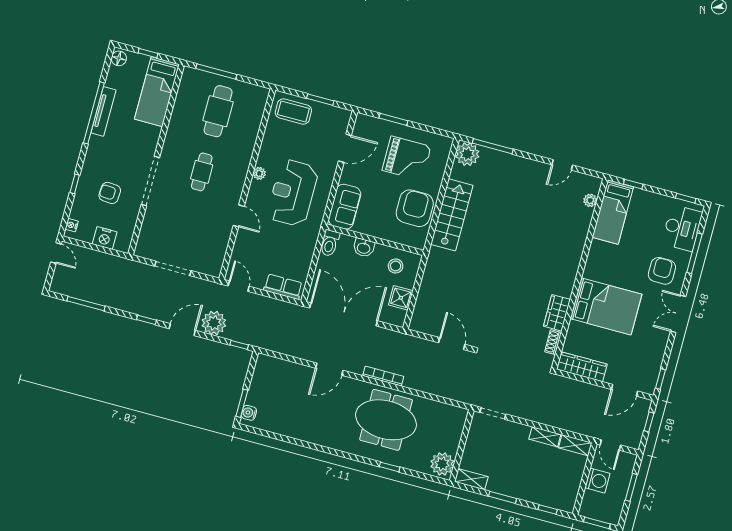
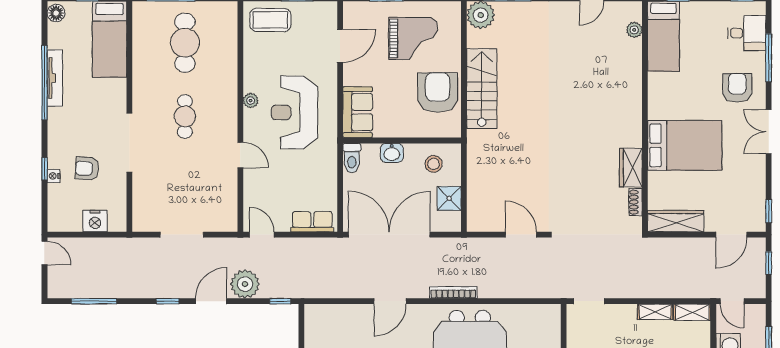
nightstand: (72, 225) -> (54, 176), moved
desk: (682, 228) -> (747, 33), width x0.73

